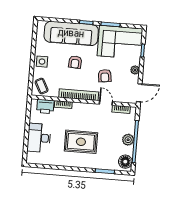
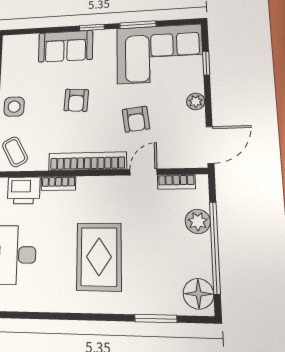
sofa: (71, 33) -> (65, 46), width x0.54, depth x0.79
door: (106, 103) -> (143, 172), hinge flipped
plant: (128, 140) -> (198, 221), moved
rug: (81, 142) -> (99, 257), turned 90

